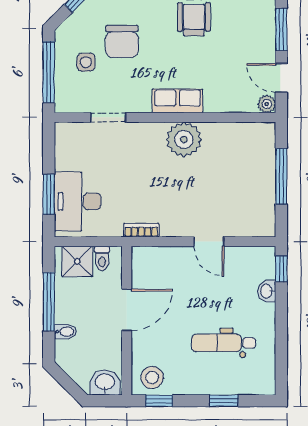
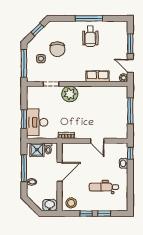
row of seats: (178, 101) -> (97, 76), moved
plant: (184, 139) -> (70, 94), moved
window: (159, 401) -> (86, 213), moved

